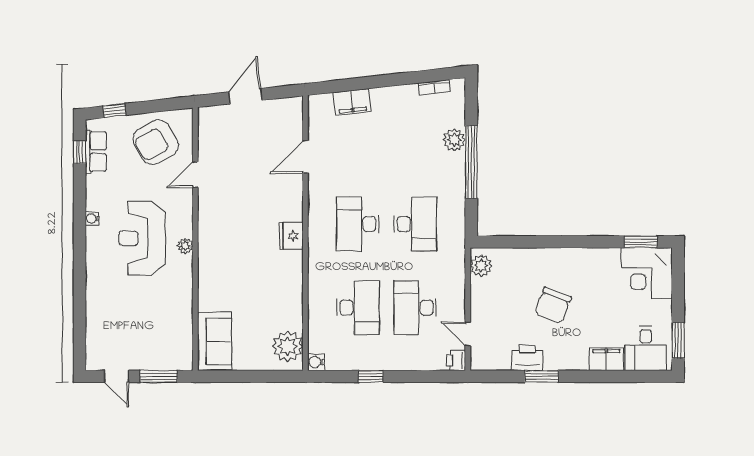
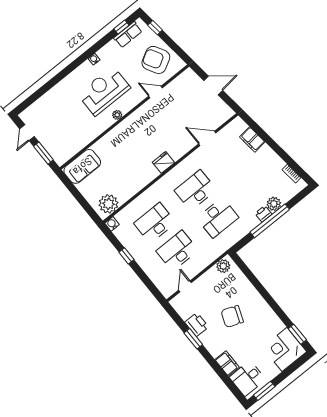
desk: (358, 308) -> (155, 223), turned 180
printer: (456, 360) -> (263, 214), moved

